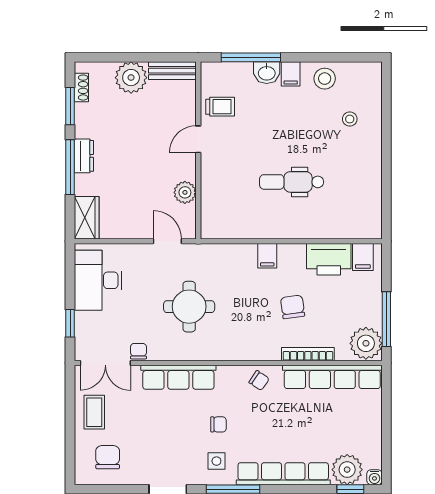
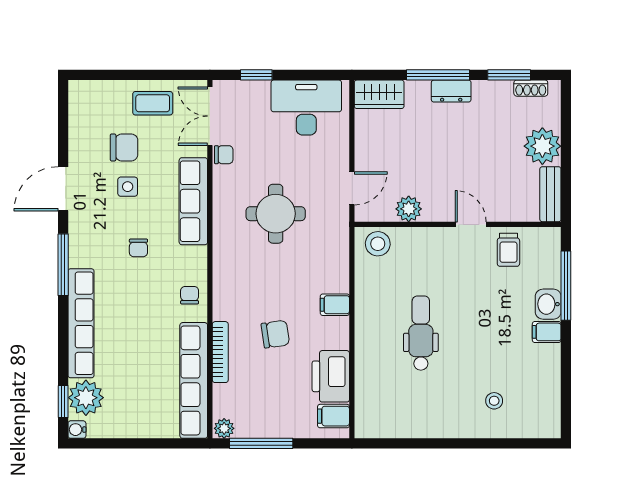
stool: (325, 79) -> (378, 244), moved
plant: (366, 343) -> (224, 428), width x0.53, depth x0.53
chair: (259, 380) -> (190, 295), turned 146
chair: (108, 457) -> (124, 147), moved
side table: (216, 461) -> (128, 187), moved

